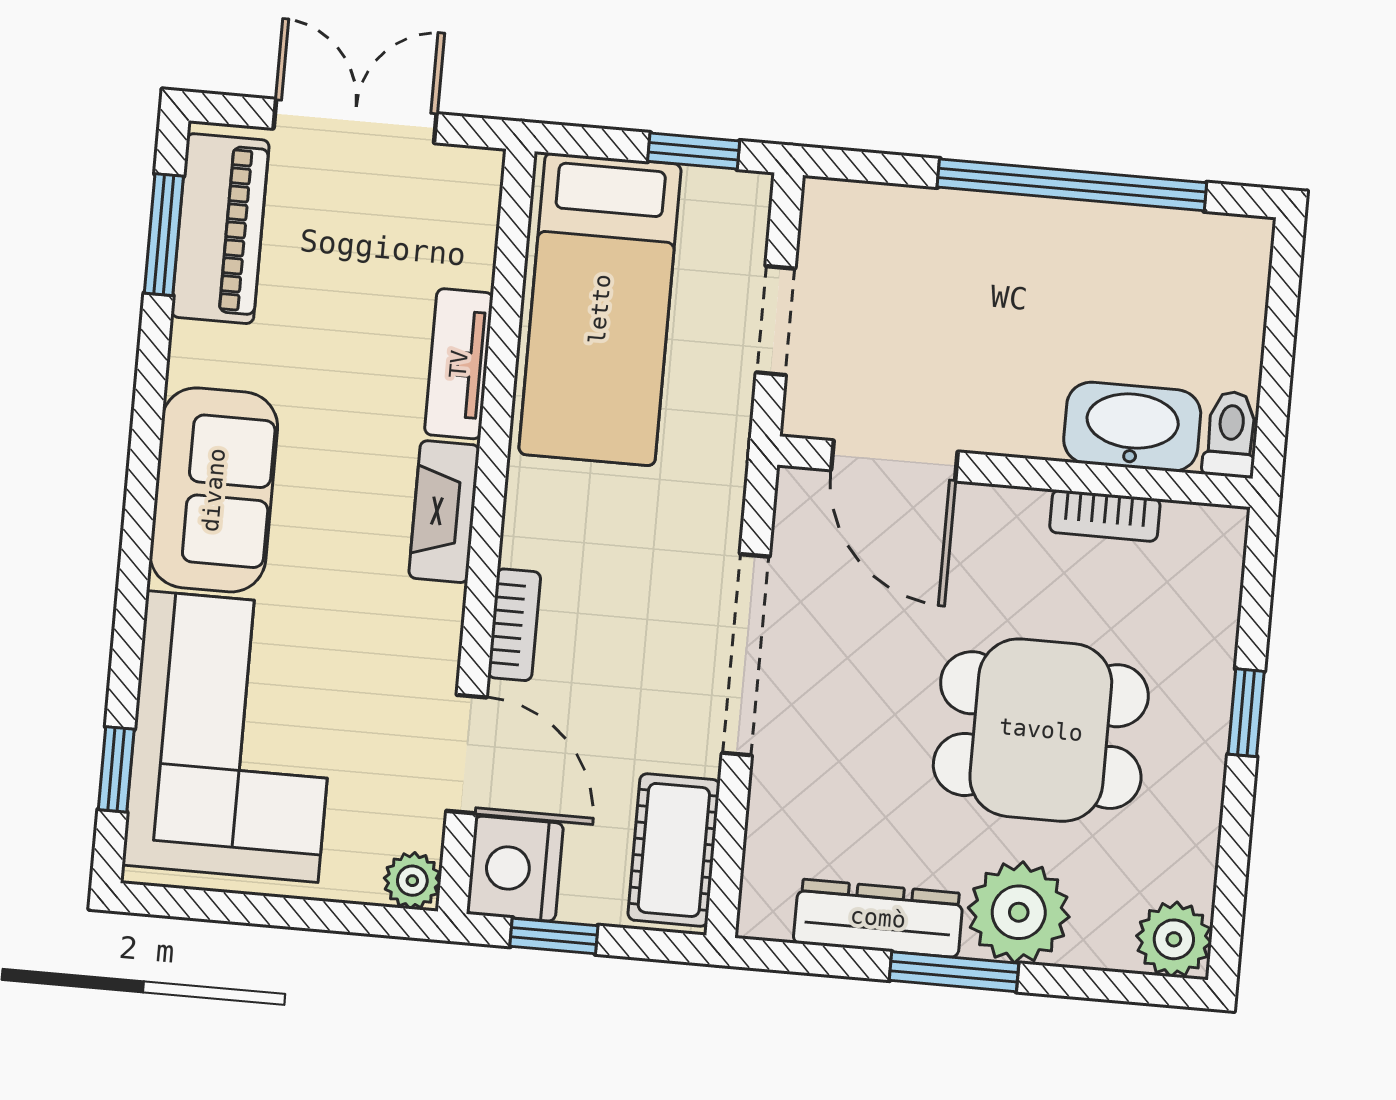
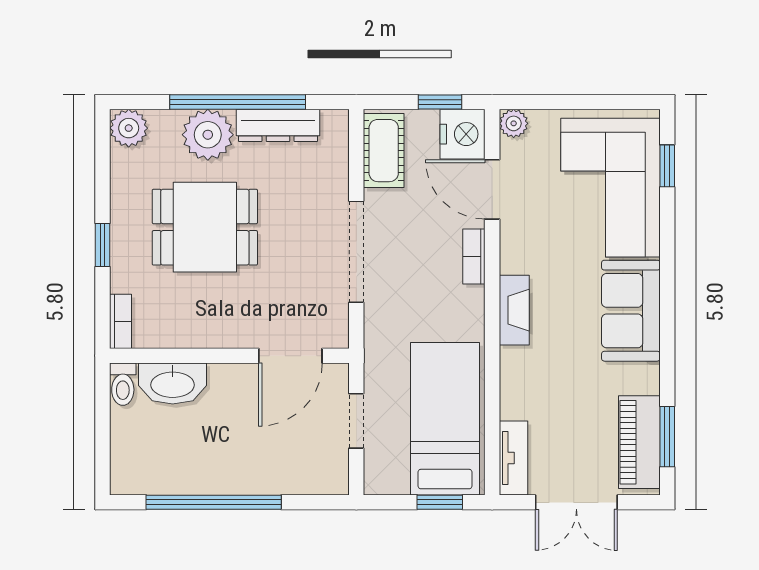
window: (694, 151) -> (440, 502), moved
tv unit: (459, 364) -> (513, 458), moved
door: (894, 461) -> (290, 356), swing flipped
bookcase: (1105, 516) -> (121, 321), moved, turned 90
window: (954, 972) -> (238, 102), width x2.11

